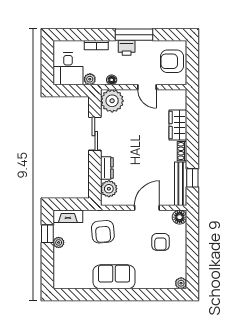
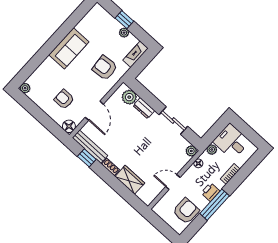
armchair: (172, 61) -> (186, 211), moved
plant: (112, 101) -> (191, 151), width x0.53, depth x0.53
window: (47, 234) -> (124, 20), moved

